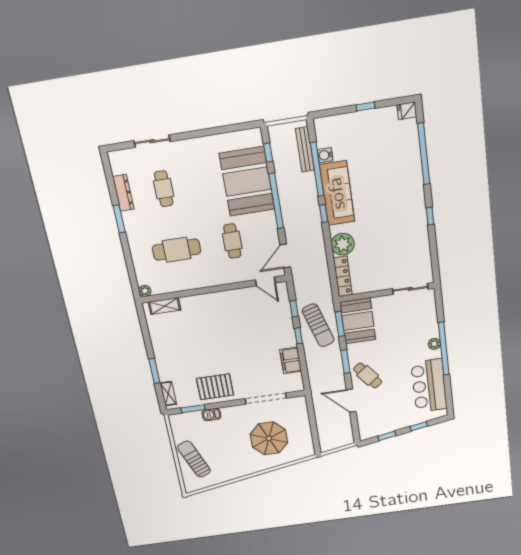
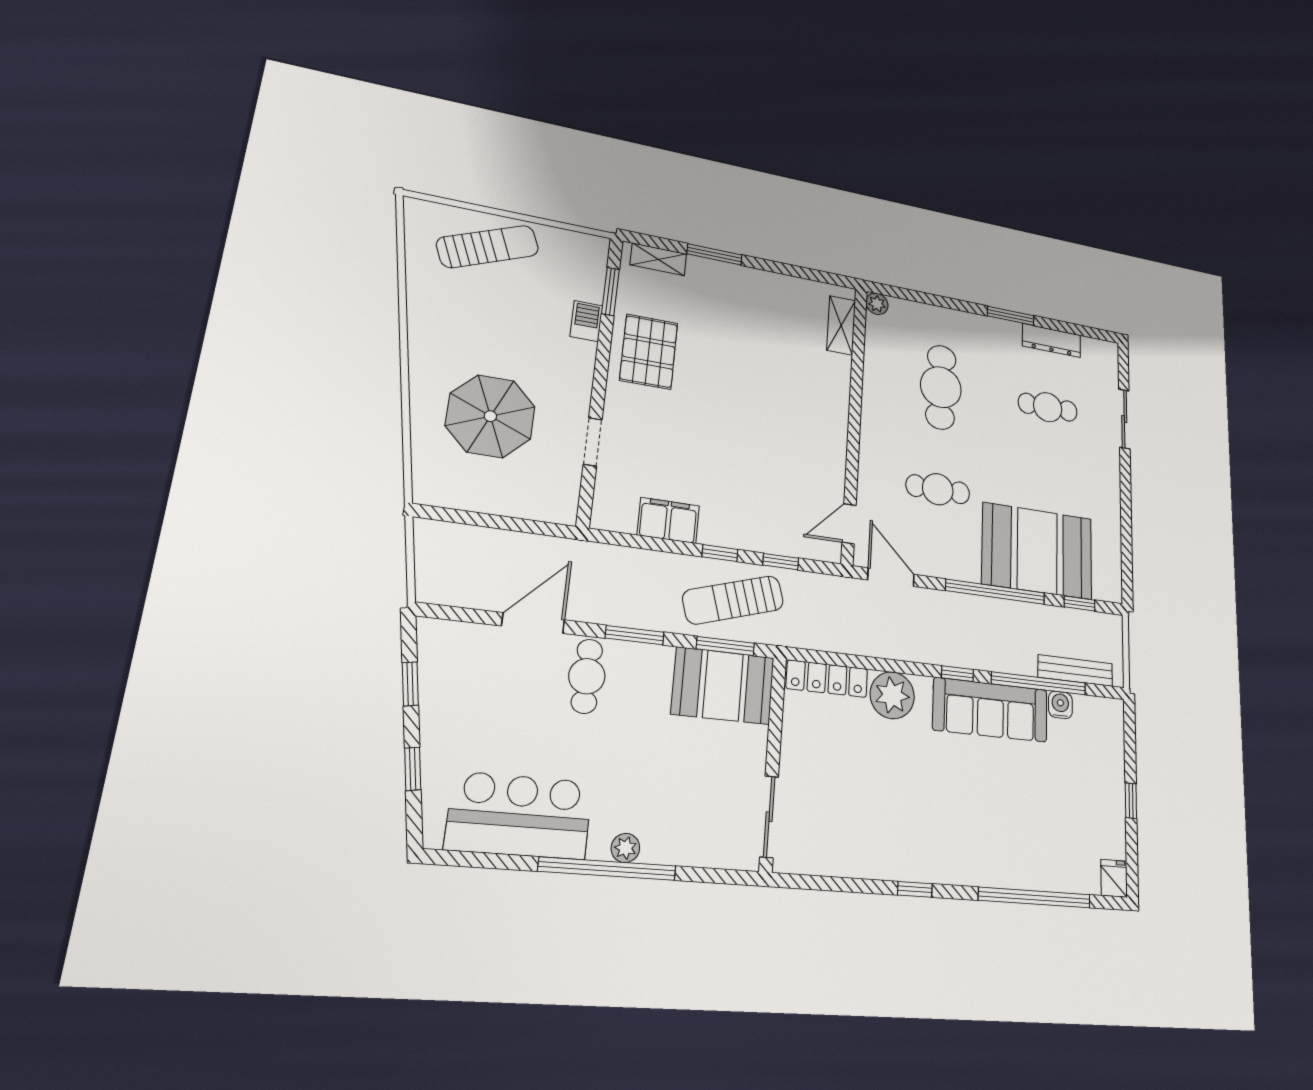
cafe table: (368, 375) -> (587, 676), turned -52
doorway: (266, 398) -> (593, 442), width x0.53

